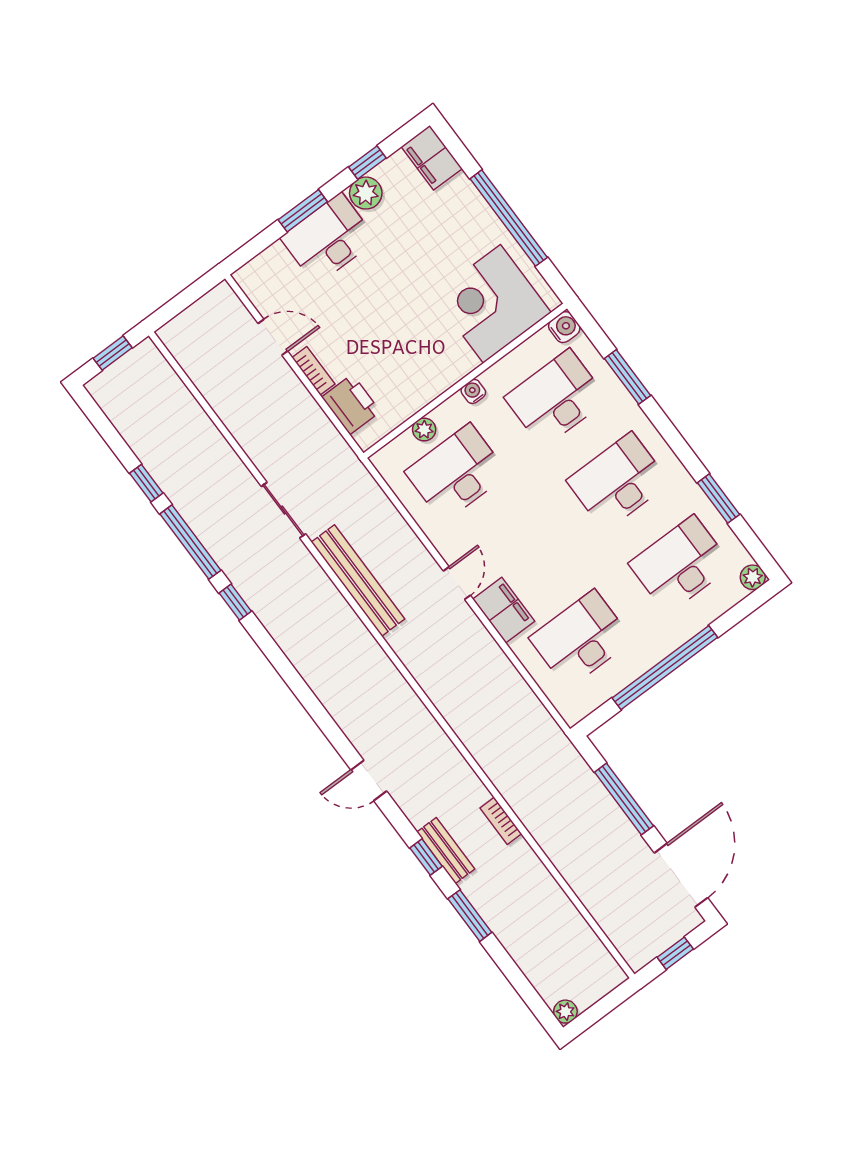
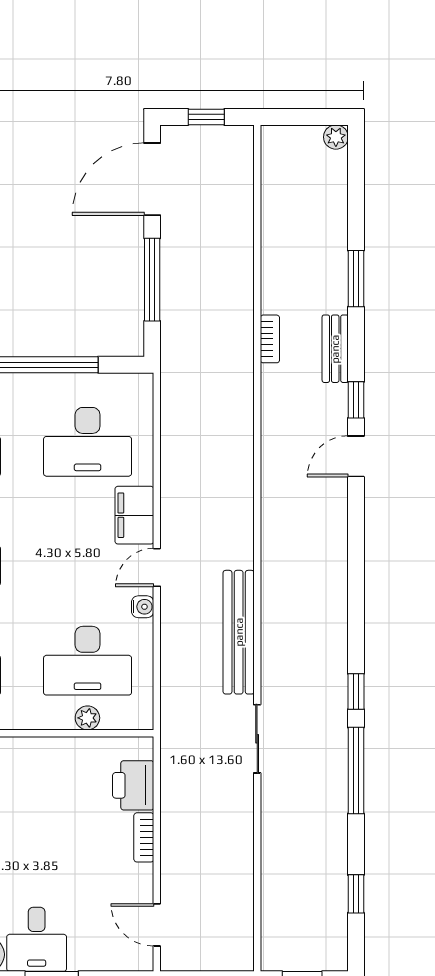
desk: (329, 239) -> (37, 939), width x0.73
door: (273, 337) -> (157, 925), moved
water cooler: (473, 391) -> (143, 607), moved, turned -90
window: (146, 483) -> (356, 894), moved
door: (369, 781) -> (356, 456), swing flipped
window: (426, 857) -> (356, 400), moved

